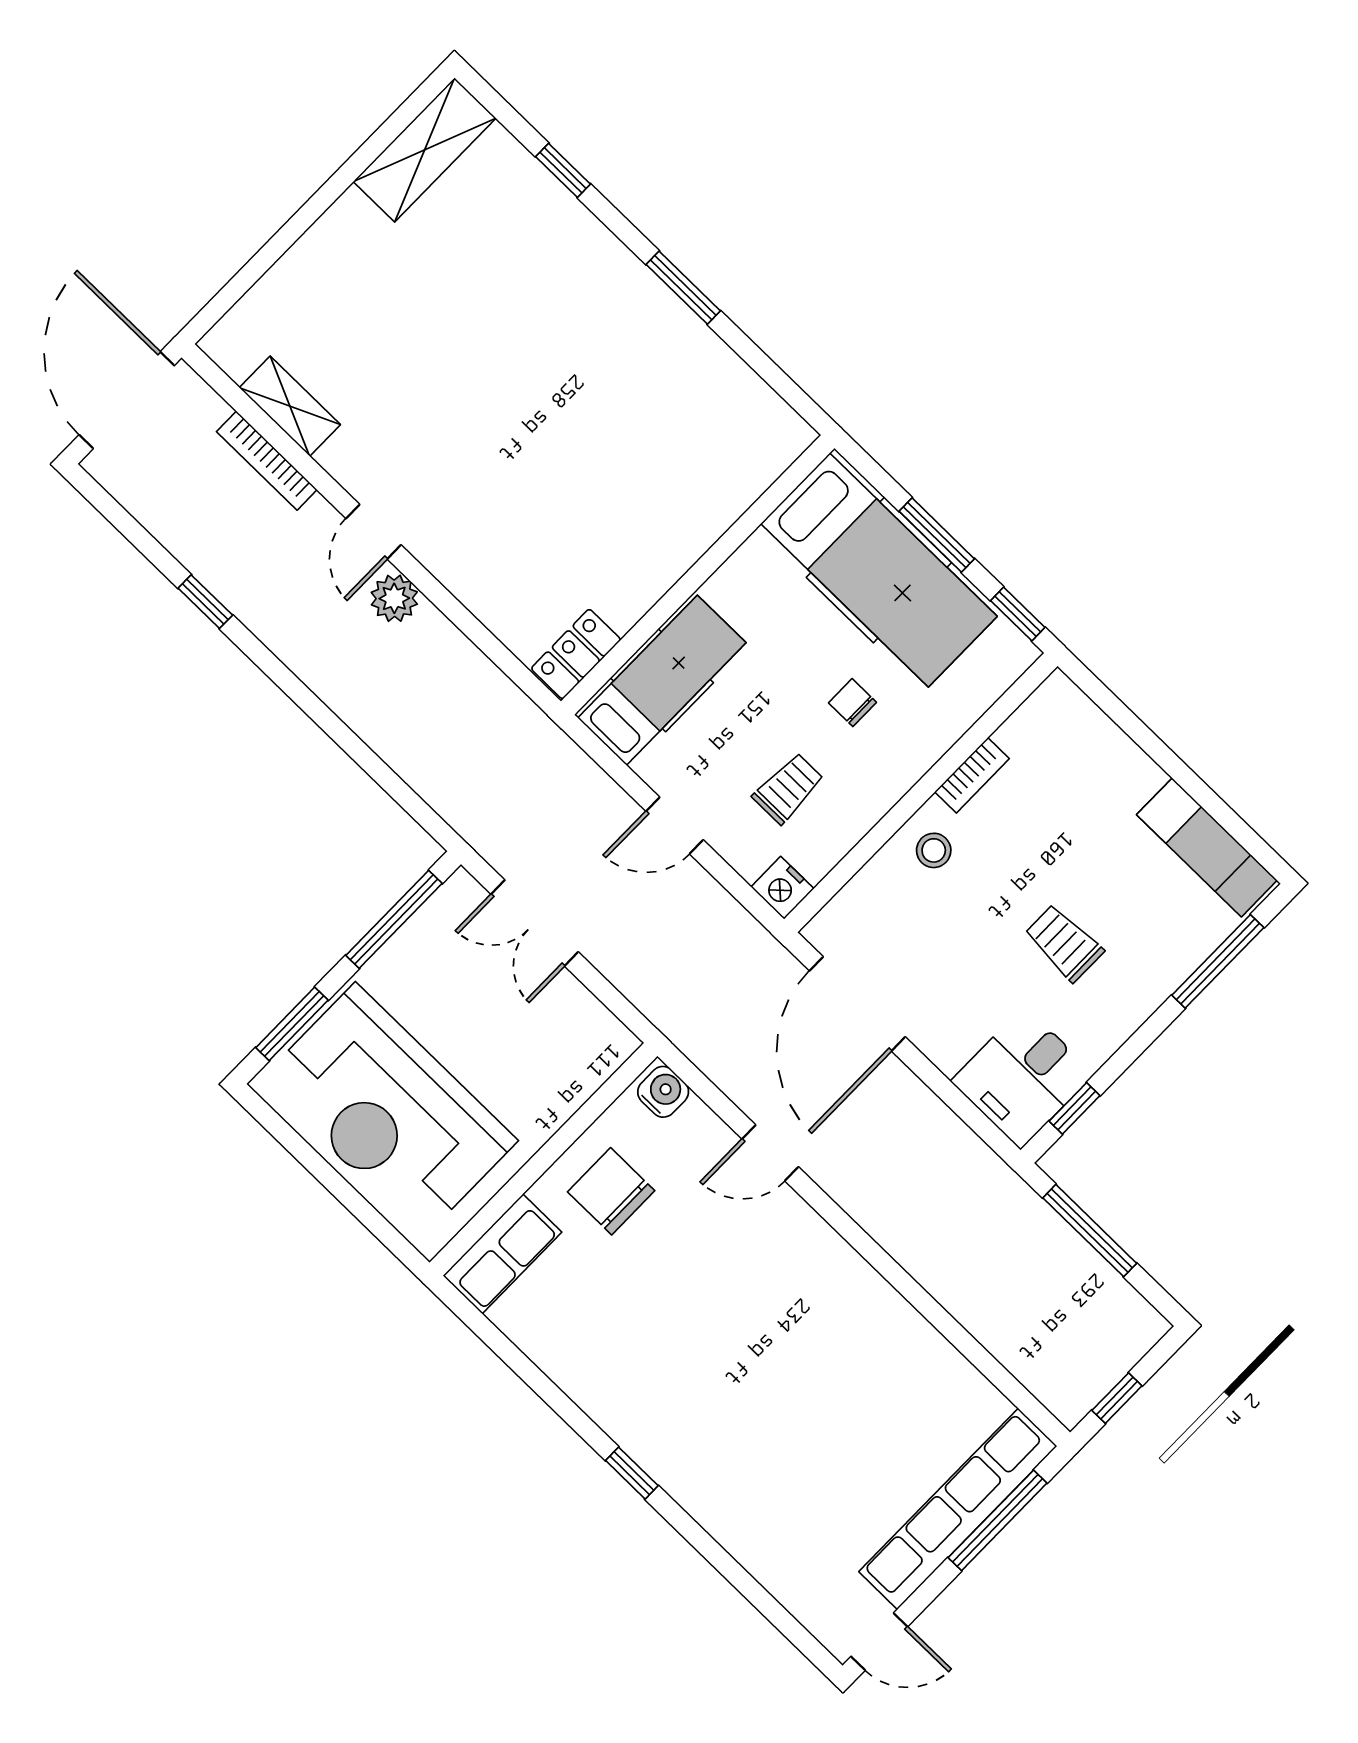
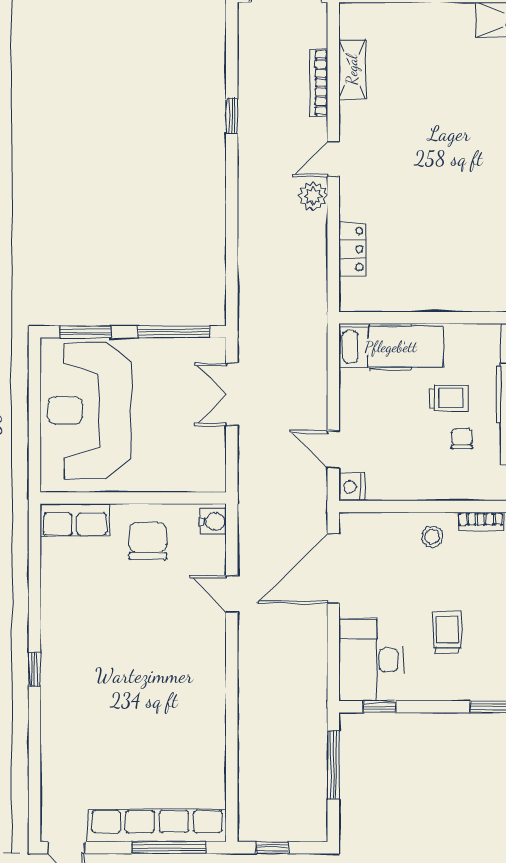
locker: (576, 654) -> (353, 249), moved, turned 90
trolley: (788, 788) -> (449, 398), moved
door: (675, 826) -> (333, 449), moved
desk: (1022, 1078) -> (371, 660), width x1.37

